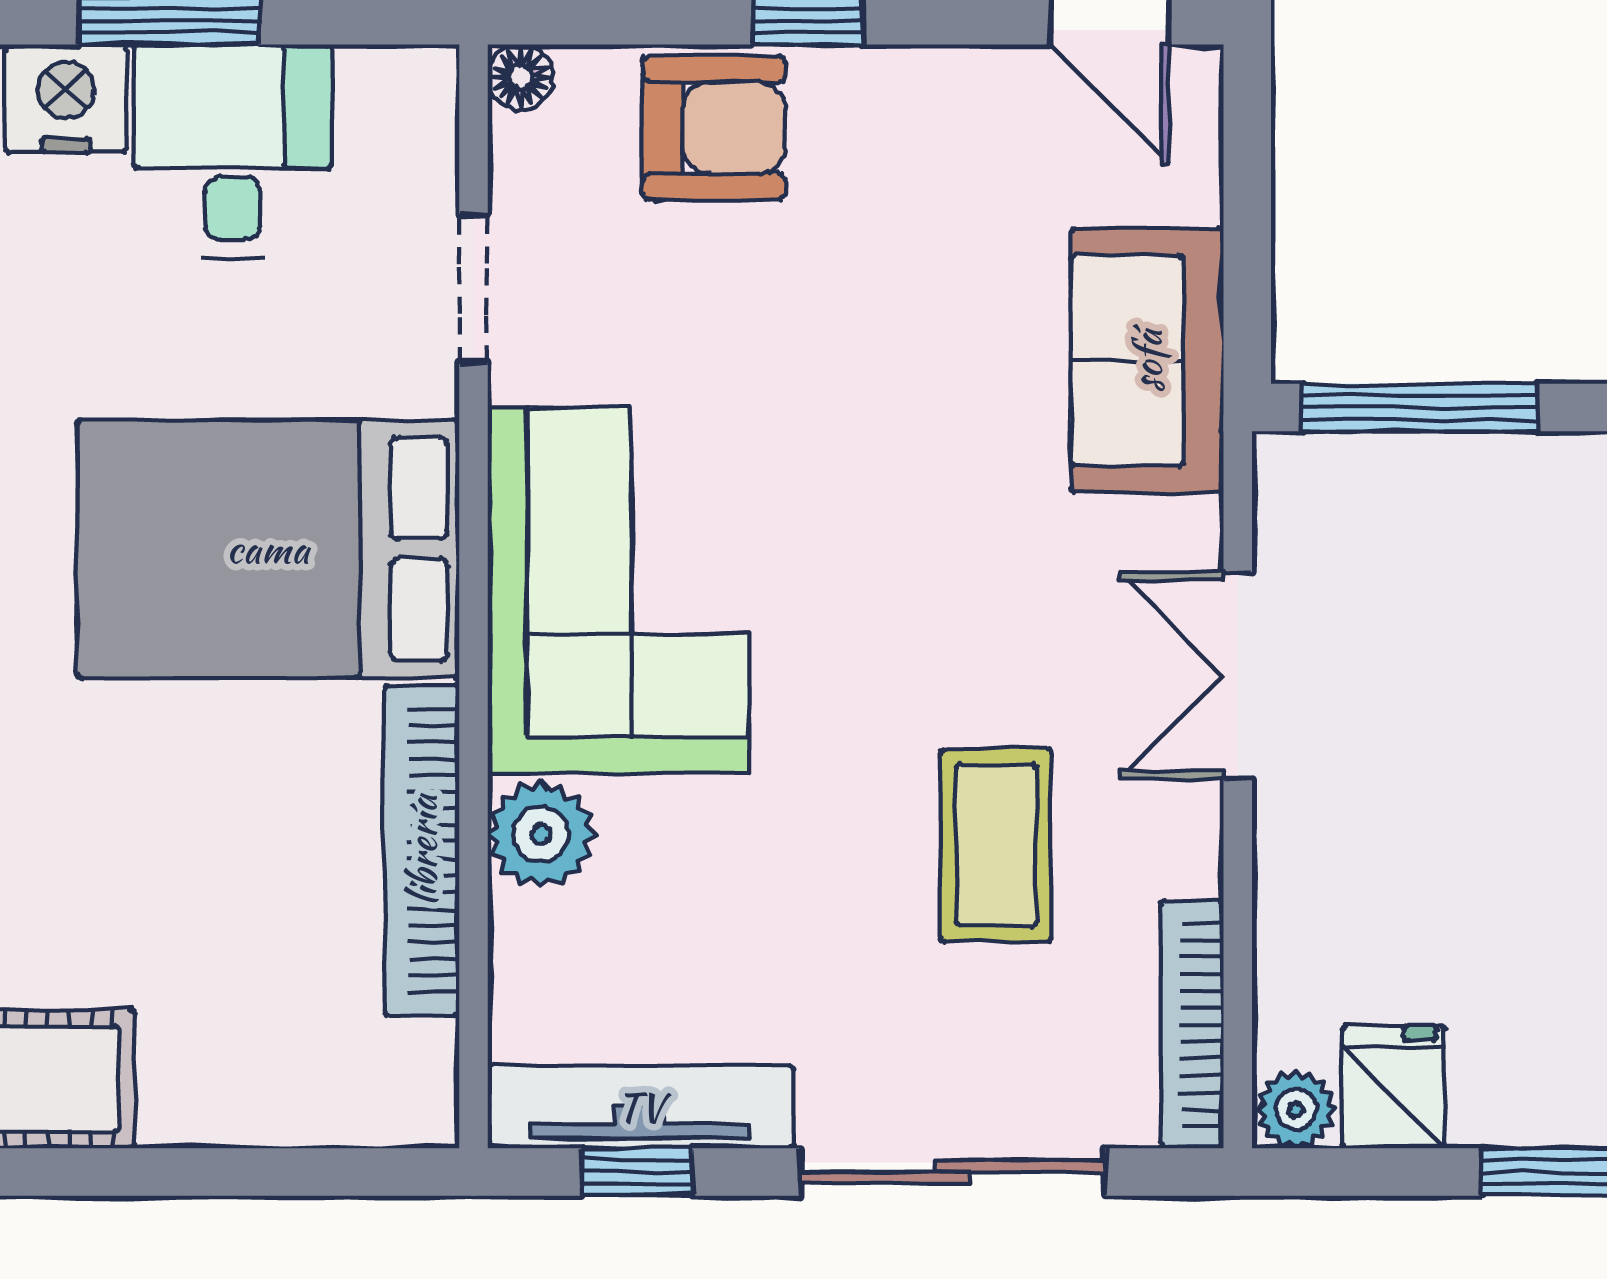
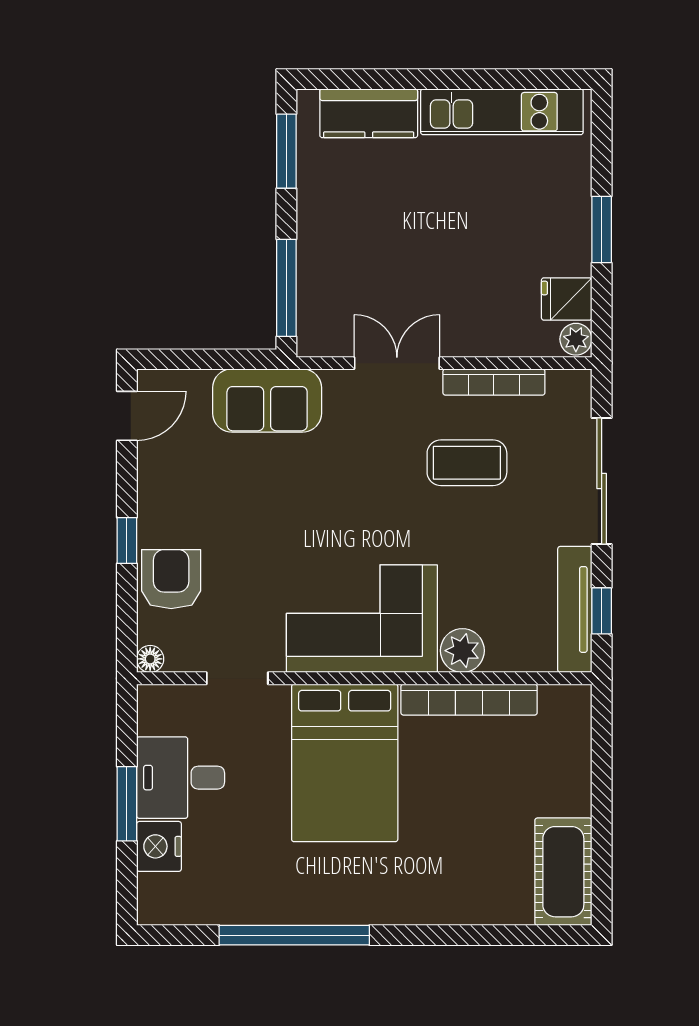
double door: (1238, 675) -> (397, 363), swing flipped
bookcase: (1192, 1025) -> (494, 382), moved

